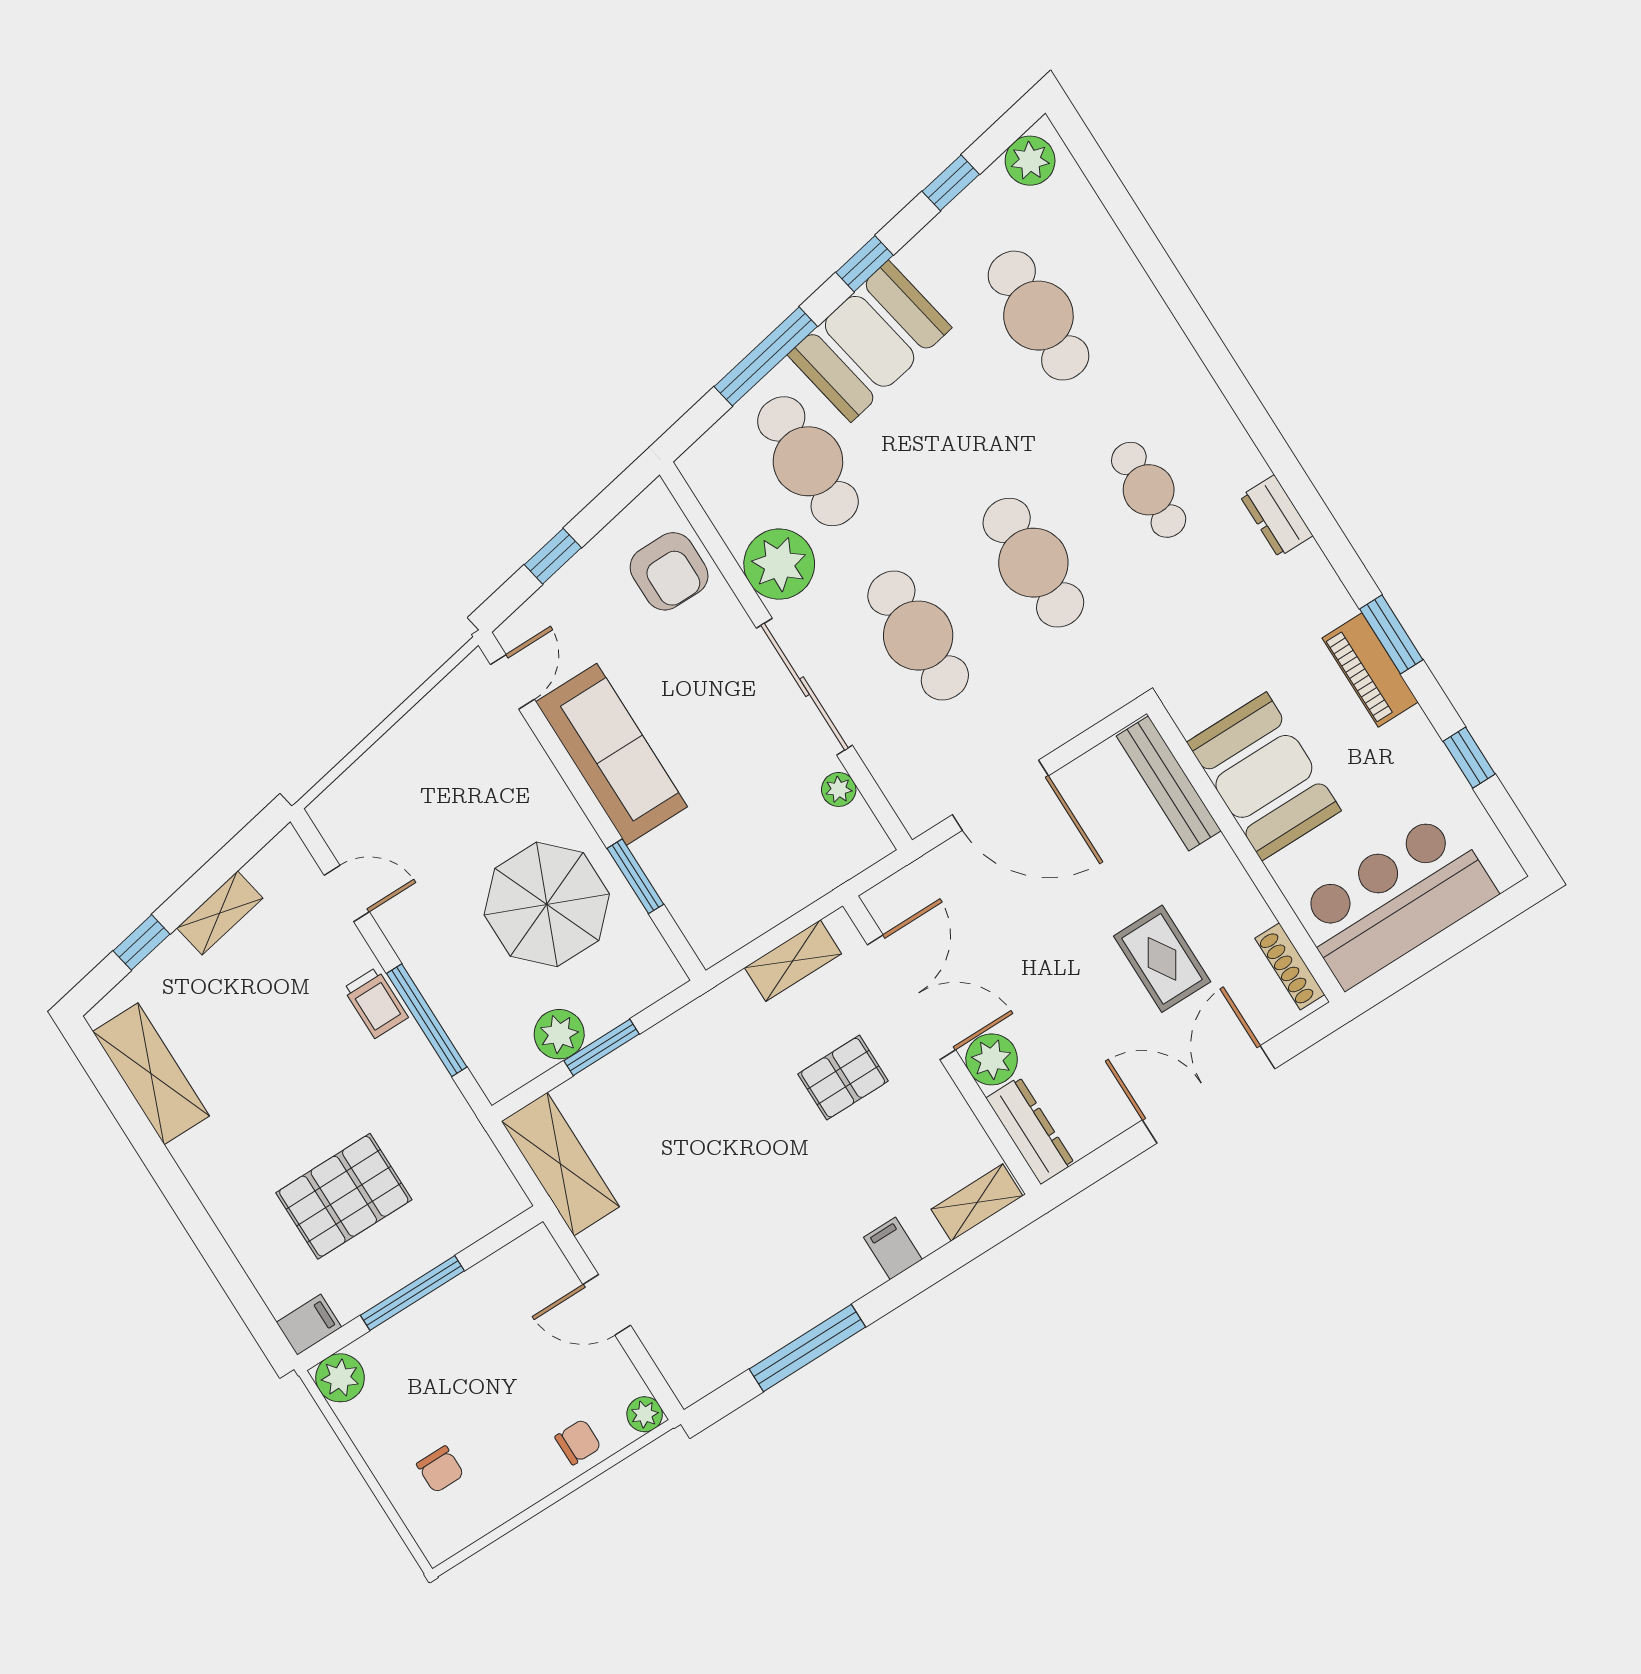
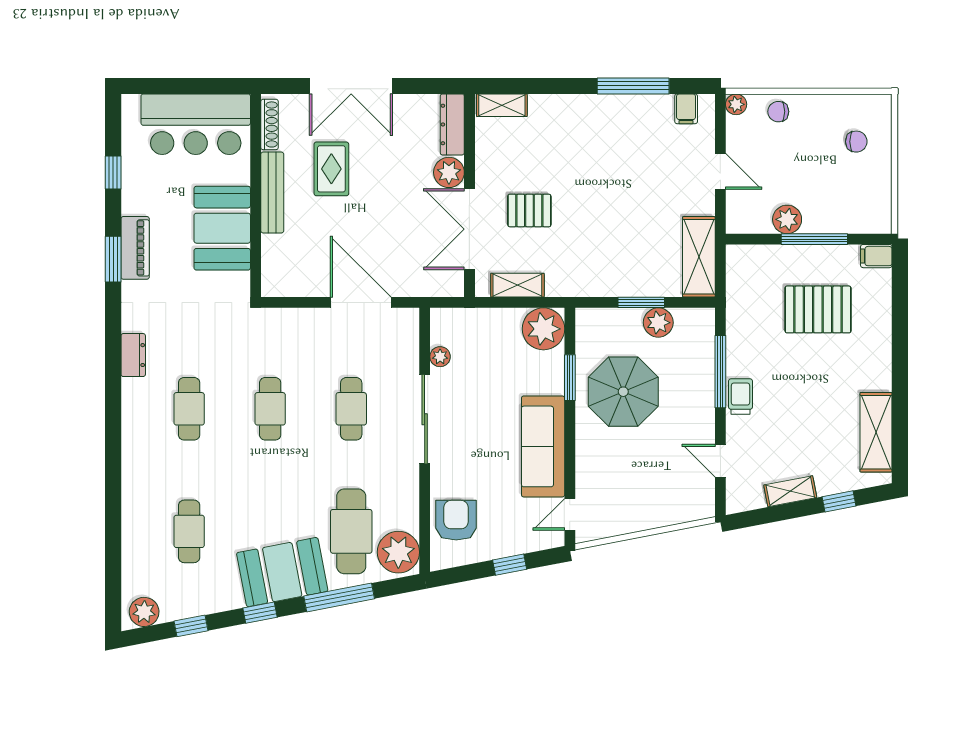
cafe table: (1038, 316) -> (189, 531), width x0.73, depth x0.74
cafe table: (1033, 563) -> (270, 409), width x0.73, depth x0.74
plant: (779, 564) -> (398, 552), moved
cafe table: (918, 636) -> (351, 409), width x0.73, depth x0.74
bench: (1169, 783) -> (272, 192), moved
plant: (717, 922) -> (543, 329), added
filing cabinet: (893, 1248) -> (686, 109), moved
plant: (340, 1378) -> (787, 219), moved
chair: (440, 1469) -> (856, 142), turned 90

